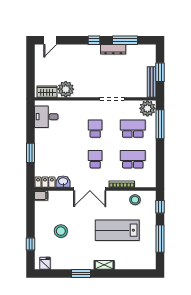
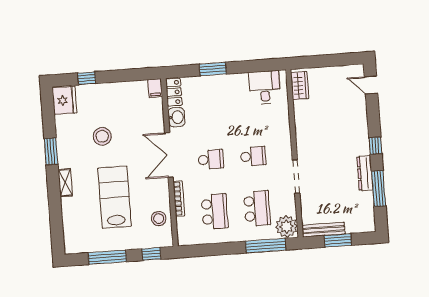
plant: (66, 89) -> (305, 111), removed
stool: (61, 231) -> (102, 136), moved
fridge: (45, 263) -> (64, 100), width x1.88, depth x1.34

